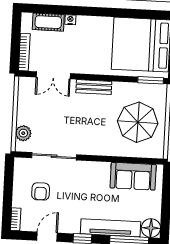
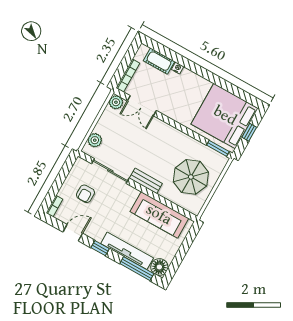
plant: (26, 85) -> (116, 102), added
bench: (94, 87) -> (146, 181), moved
sofa: (133, 176) -> (159, 215), width x1.36

